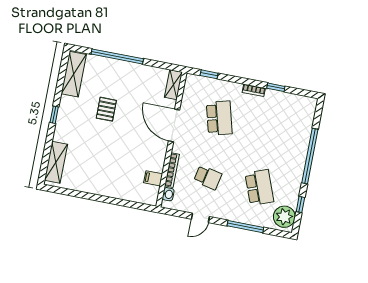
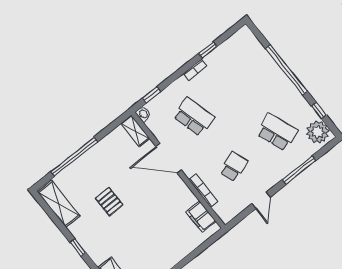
school desk: (208, 177) -> (234, 167), turned -33
filing cabinet: (153, 178) -> (201, 217), width x2.00
washbasin: (168, 194) -> (143, 114), moved

